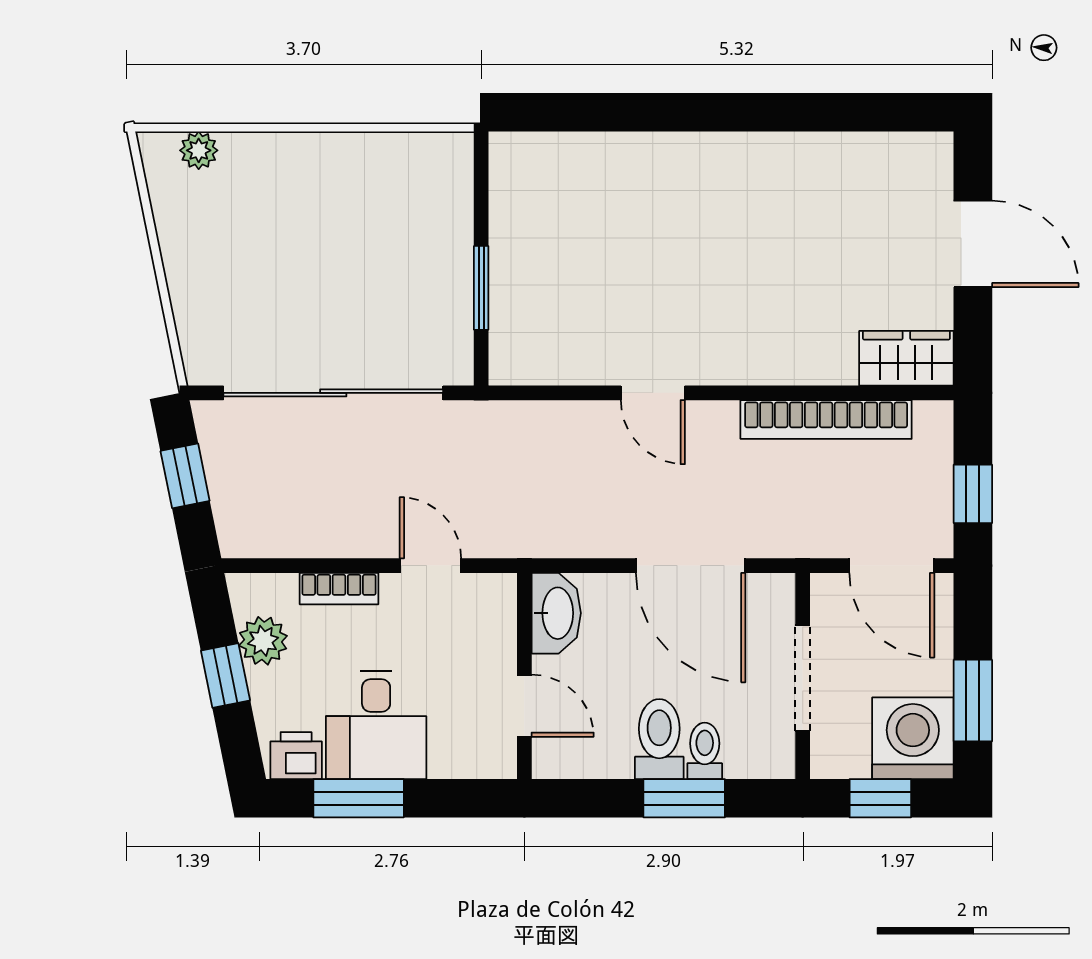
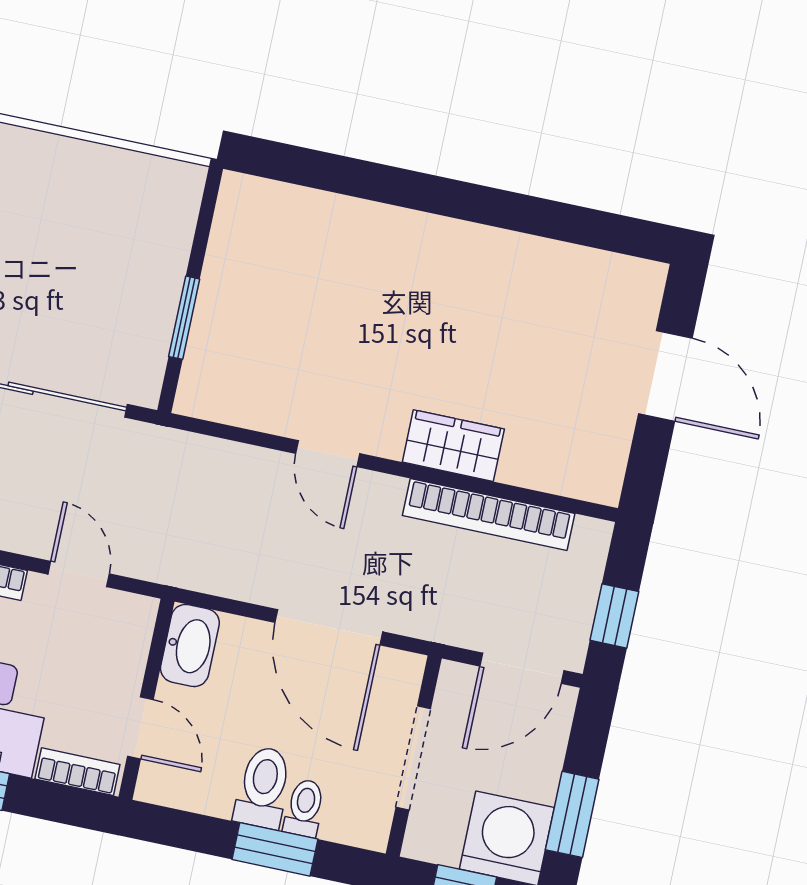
wardrobe: (906, 358) -> (453, 446), moved
door: (892, 566) -> (522, 668), hinge flipped
bookcase: (471, 763) -> (77, 772), added

